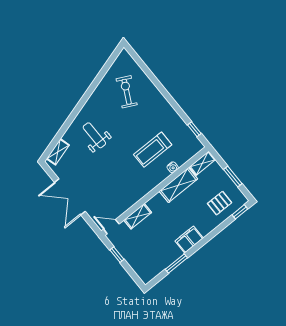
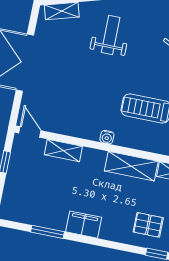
water cooler: (173, 167) -> (107, 137), moved

